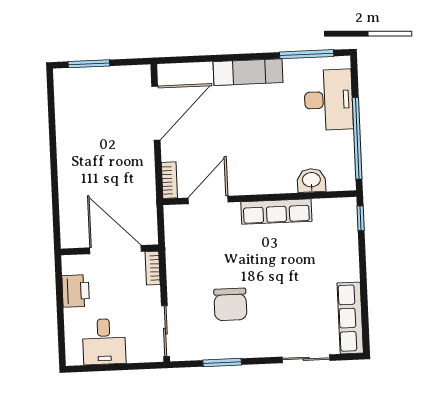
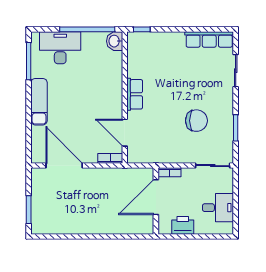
washbasin: (311, 180) -> (115, 41), moved
row of seats: (276, 212) -> (135, 94), width x0.68

